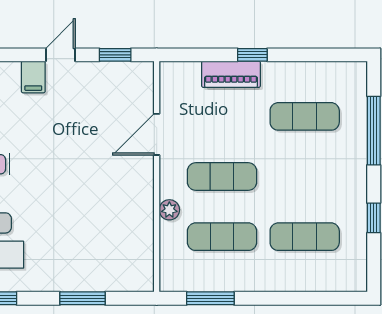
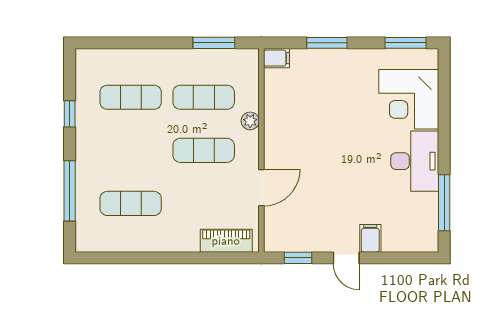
door: (61, 55) -> (346, 258), hinge flipped
window: (252, 55) -> (177, 258), removed
piano: (231, 74) -> (226, 241), moved
filing cabinet: (140, 281) -> (276, 58), added

